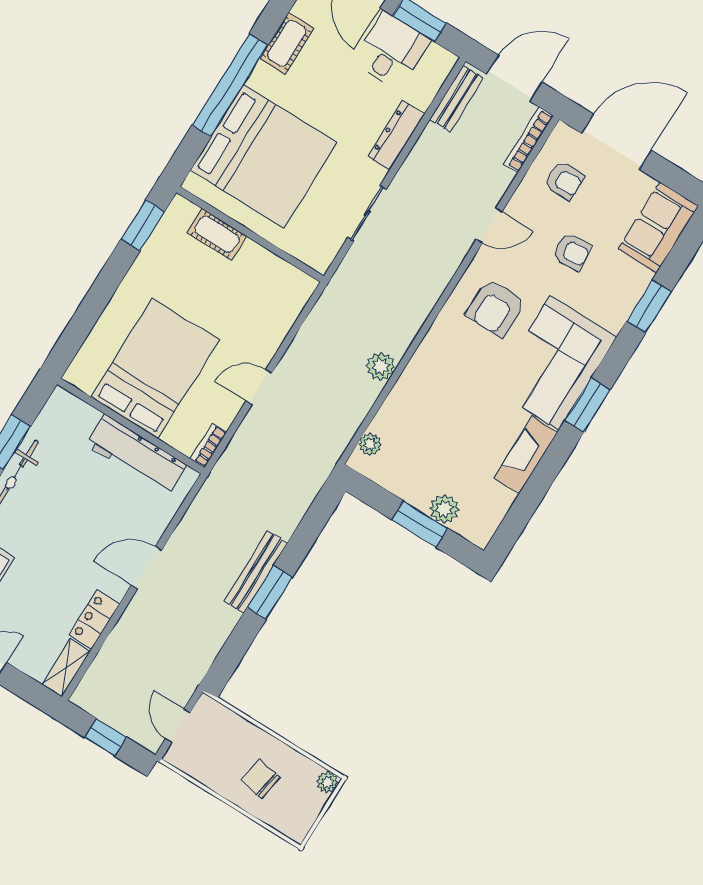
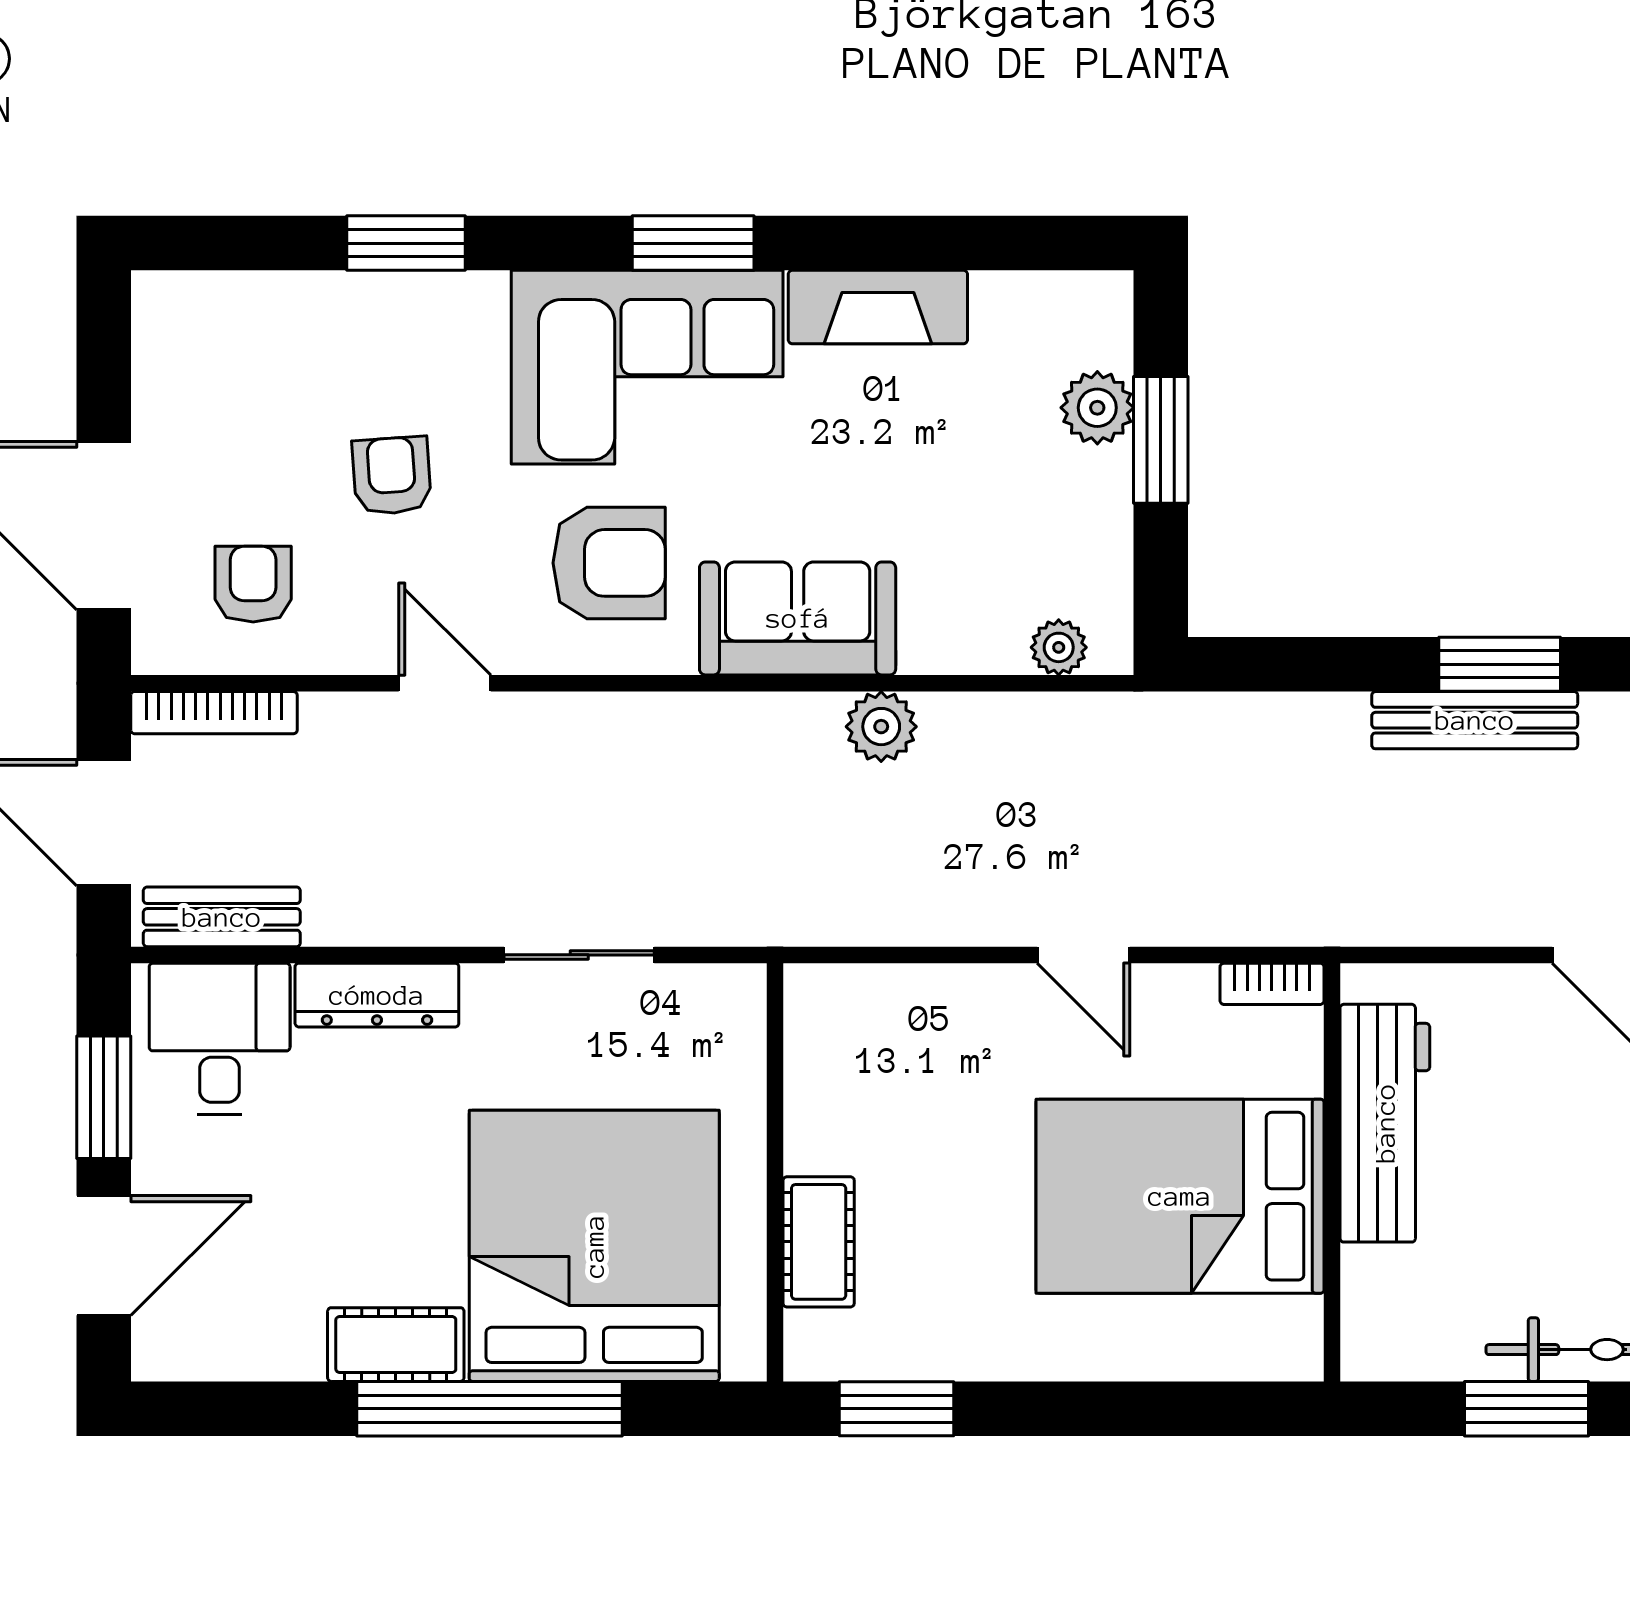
cot: (287, 43) -> (396, 1345), moved
desk: (391, 51) -> (220, 1039), moved, turned 90
sofa: (658, 227) -> (798, 618), moved, turned 180

